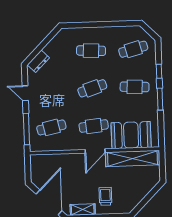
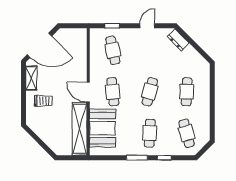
cafe table: (92, 88) -> (150, 92), turned 33
window: (26, 129) -> (112, 26), width x0.46

